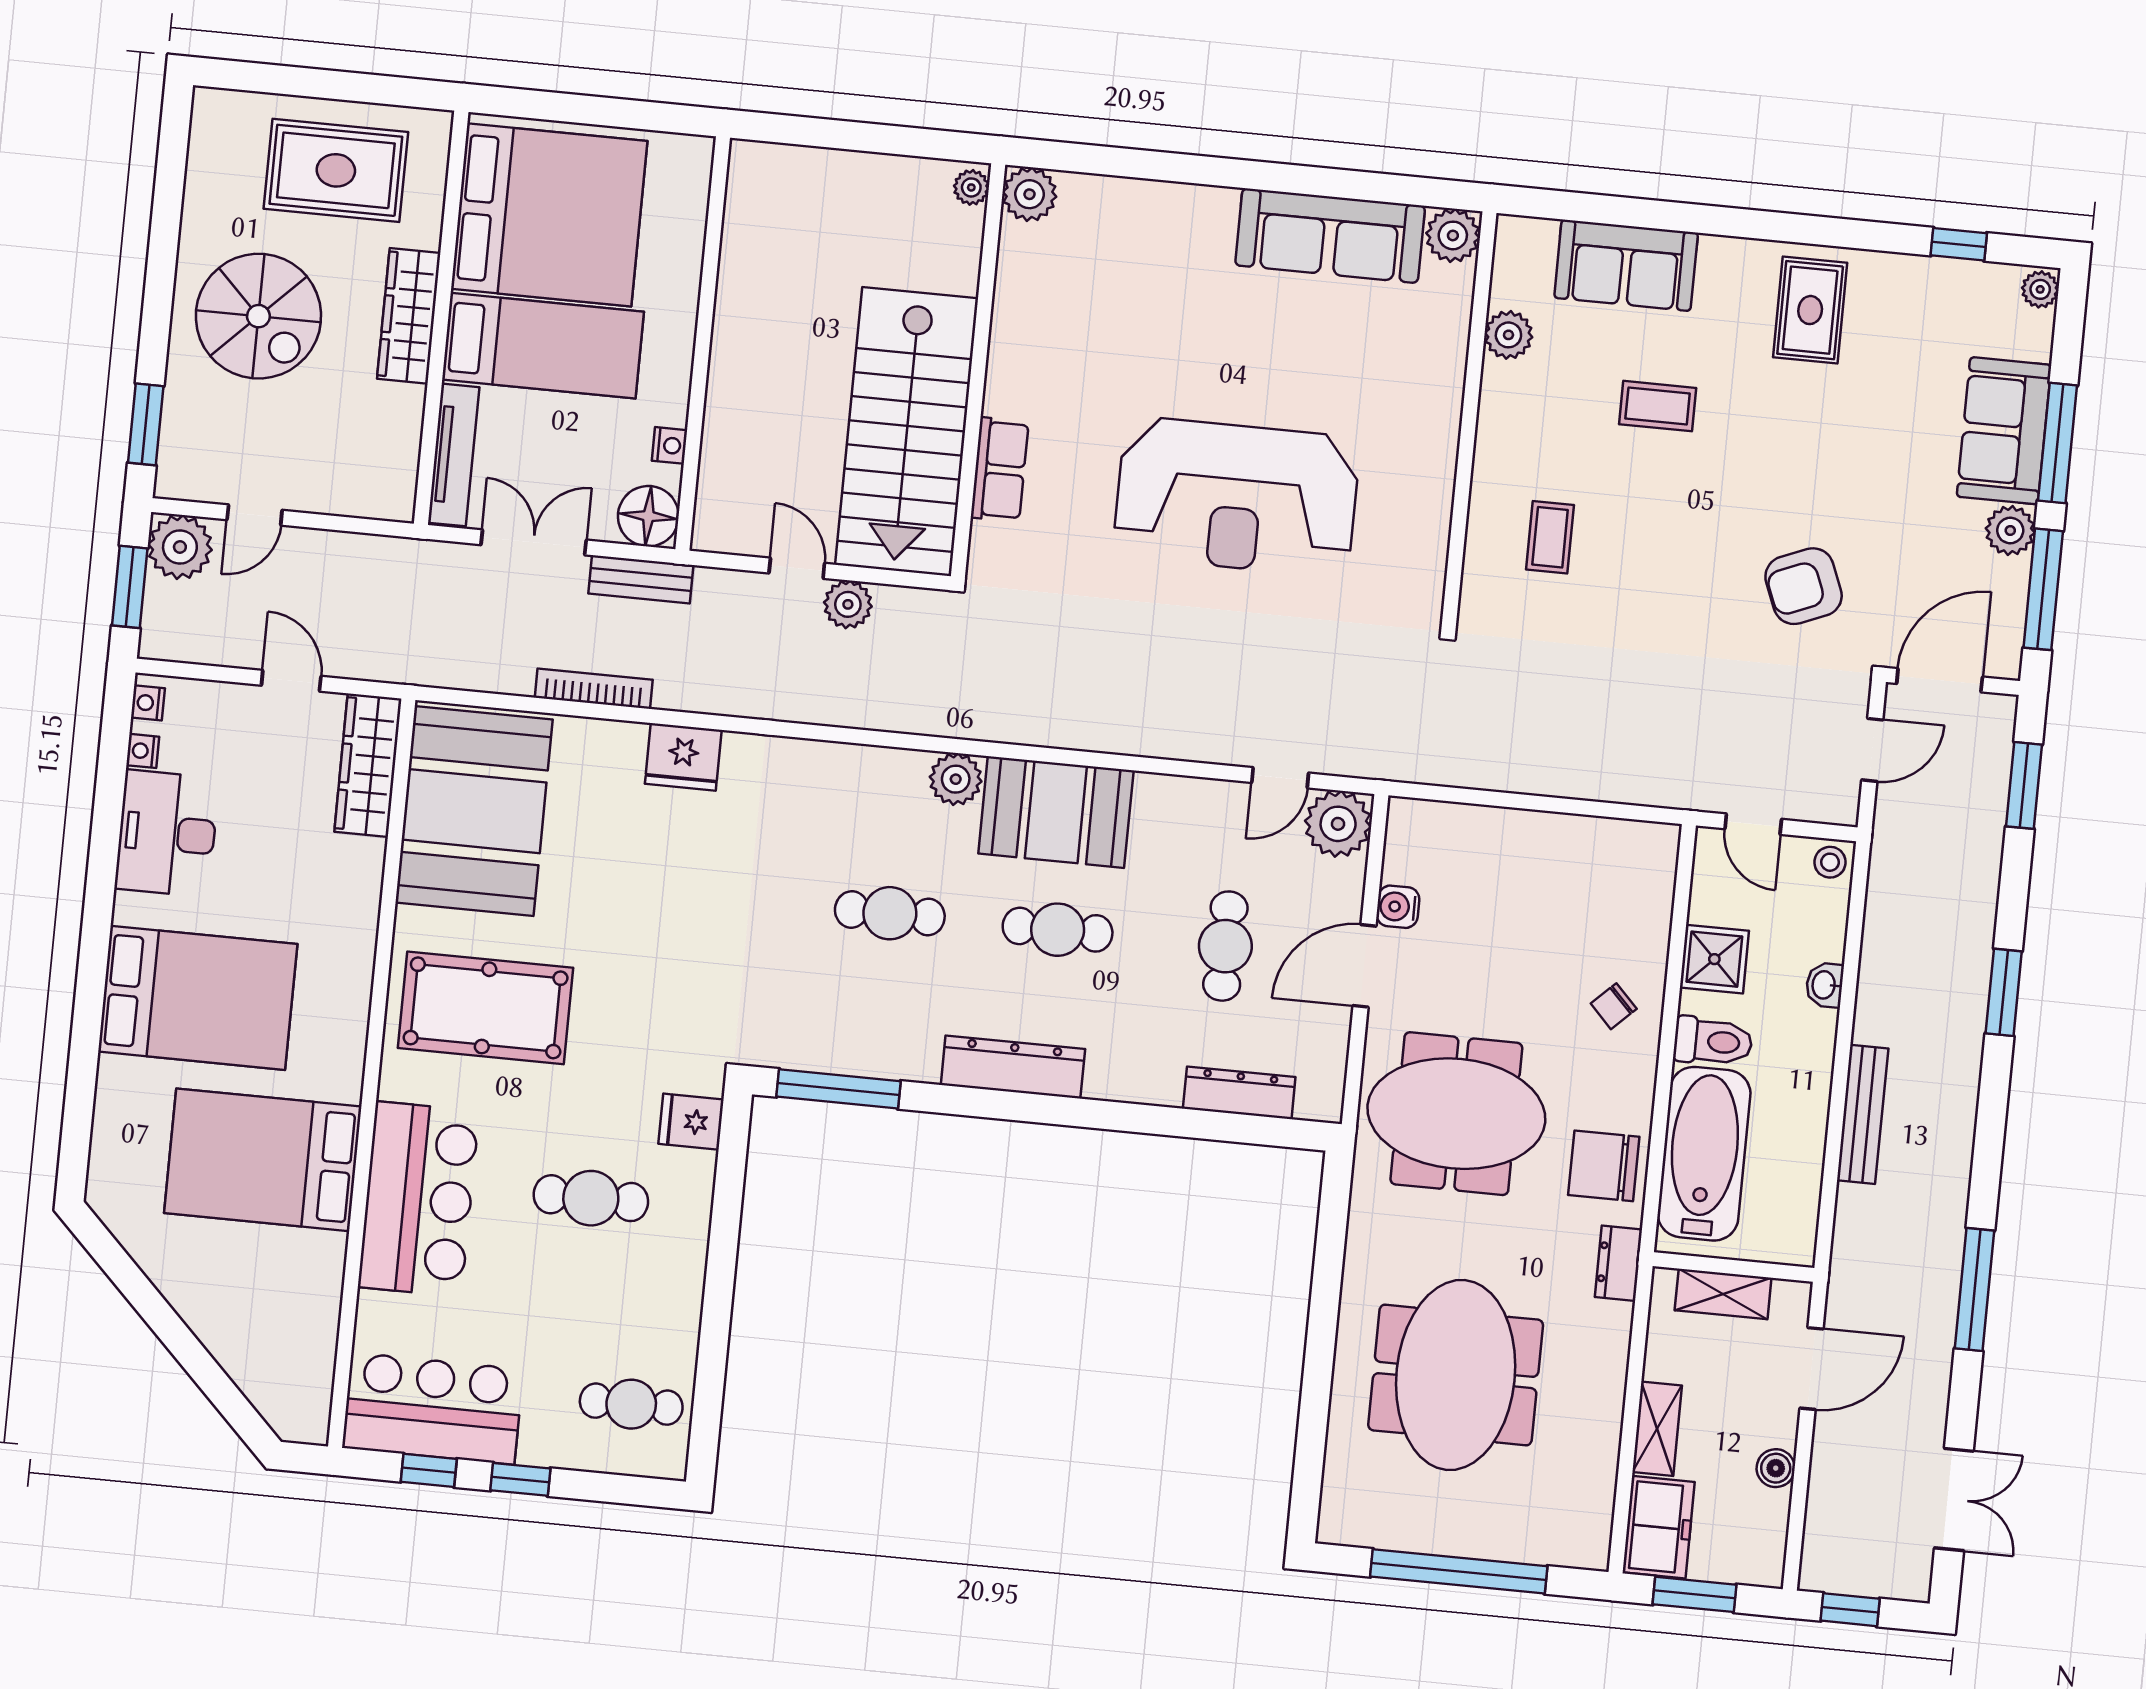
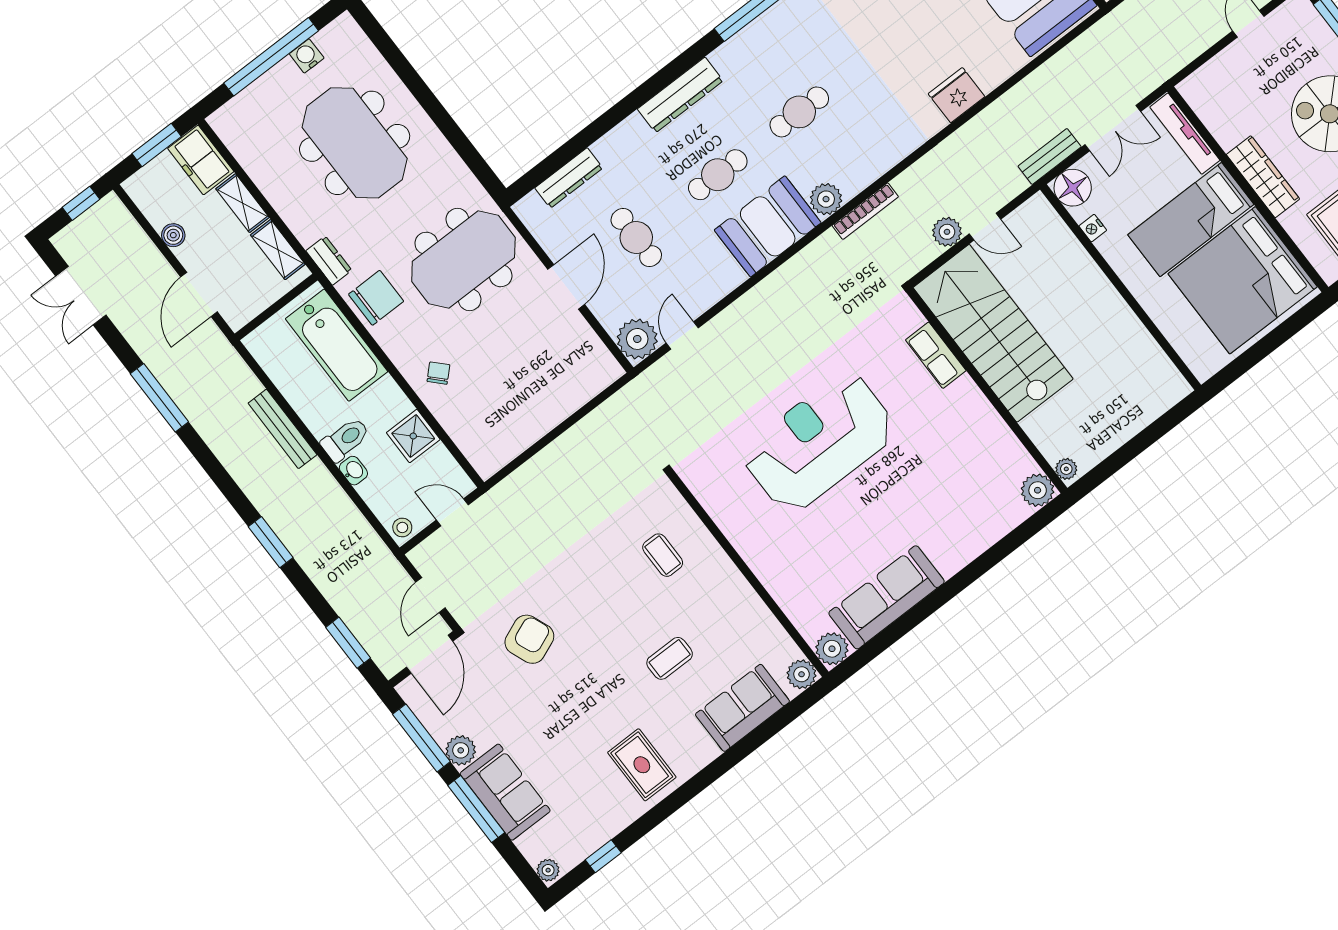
plant: (1508, 335) -> (802, 674), moved
bookcase: (594, 689) -> (865, 211), moved
water cooler: (1398, 907) -> (307, 56), moved, turned -90
toilet: (1713, 1041) -> (345, 439), moved, turned 180
shelving: (1723, 1294) -> (278, 250), moved, turned 90

